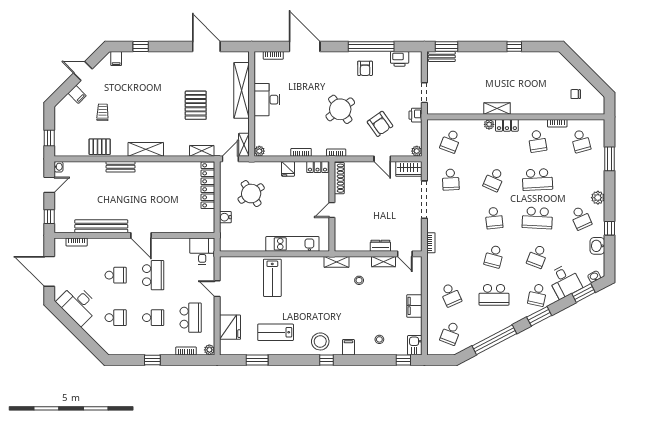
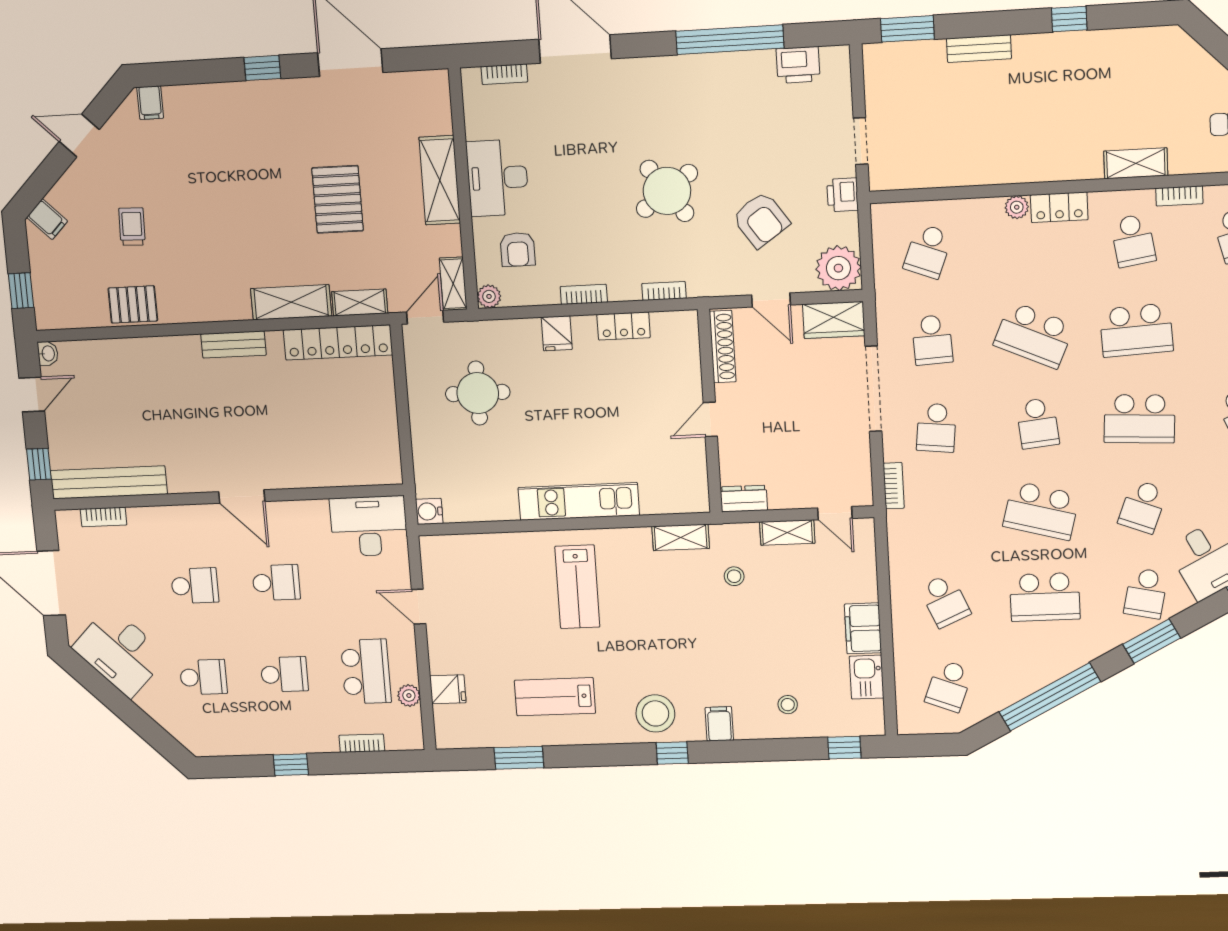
window: (141, 47) -> (262, 68), moved
bench: (442, 57) -> (979, 49), moved
armchair: (365, 68) -> (518, 249), moved
shelving: (242, 90) -> (440, 180), width x0.68
filing cabinet: (77, 94) -> (47, 219), moved
shelving: (497, 108) -> (1136, 163), moved
shelving: (146, 149) -> (291, 302), moved
plant: (417, 151) -> (838, 268), width x1.88, depth x1.88
bench: (121, 167) -> (234, 344), moved
shoe rack: (339, 178) -> (723, 347), moved
school desk: (494, 180) -> (1034, 335), width x1.85
locker: (208, 185) -> (338, 342), moved, turned -90
round table: (251, 194) -> (478, 393), turned 33
wall: (332, 206) -> (710, 411), moved
door: (332, 210) -> (710, 419), moved
water cooler: (225, 217) -> (429, 511), moved
school desk: (451, 218) -> (936, 428), added
bench: (101, 226) -> (109, 482), moved
dresser: (380, 246) -> (744, 499), moved
desk: (202, 251) -> (369, 526), width x1.37
school desk: (494, 256) -> (1041, 511), width x1.85
school desk: (153, 275) -> (276, 583), width x0.54
lab bench: (272, 278) -> (577, 587), moved
fridge: (230, 327) -> (448, 689), width x0.53, depth x0.75
kitchen sink: (415, 345) -> (867, 677), moved
plant: (209, 350) -> (409, 695), moved

